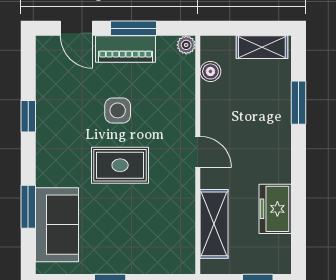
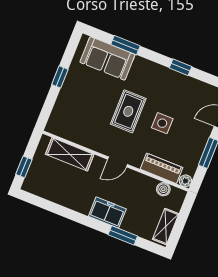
piano: (126, 49) -> (161, 168), moved, turned 90
freezer: (275, 209) -> (107, 213), moved

